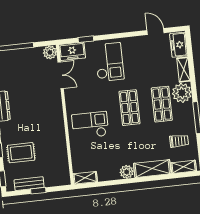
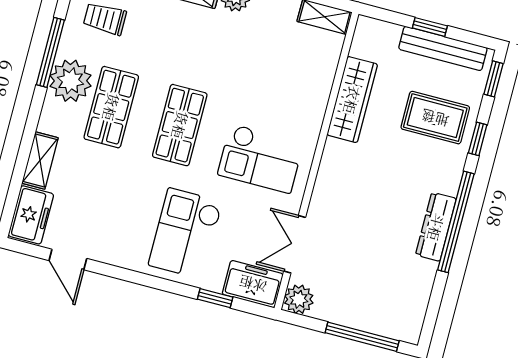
plant: (182, 93) -> (71, 81), moved
checkout: (90, 125) -> (260, 159), moved
wardrobe: (60, 147) -> (352, 100), added
bench: (29, 184) -> (443, 48), width x1.36

